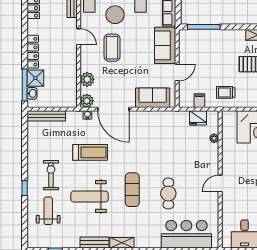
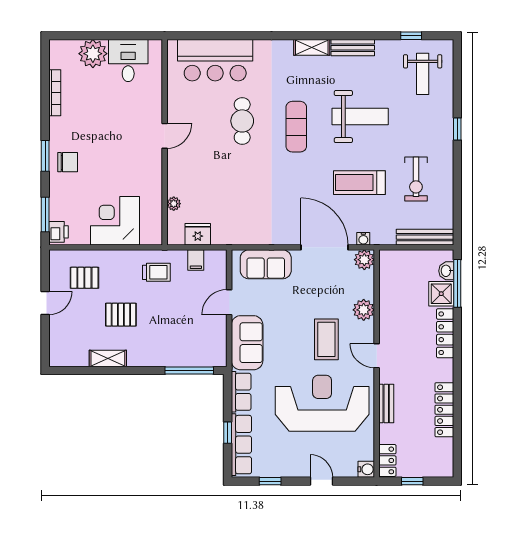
plant: (87, 79) -> (364, 310), moved
exercise bike: (51, 175) -> (416, 179), moved
weight bench: (48, 211) -> (423, 74), moved

